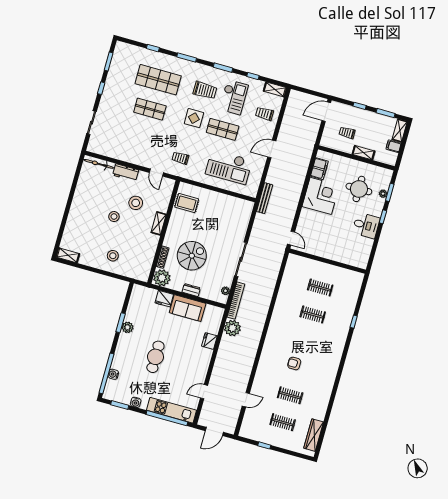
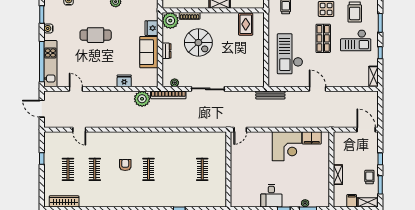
trolley: (265, 114) -> (348, 73), removed
trolley: (347, 133) -> (369, 177), moved
round table: (359, 189) -> (303, 180), removed
clothes rail: (313, 314) -> (148, 169), moved

